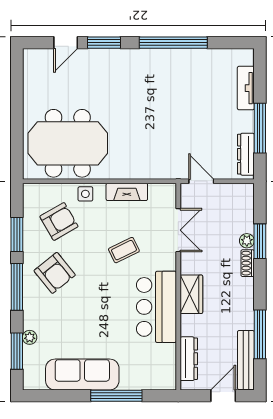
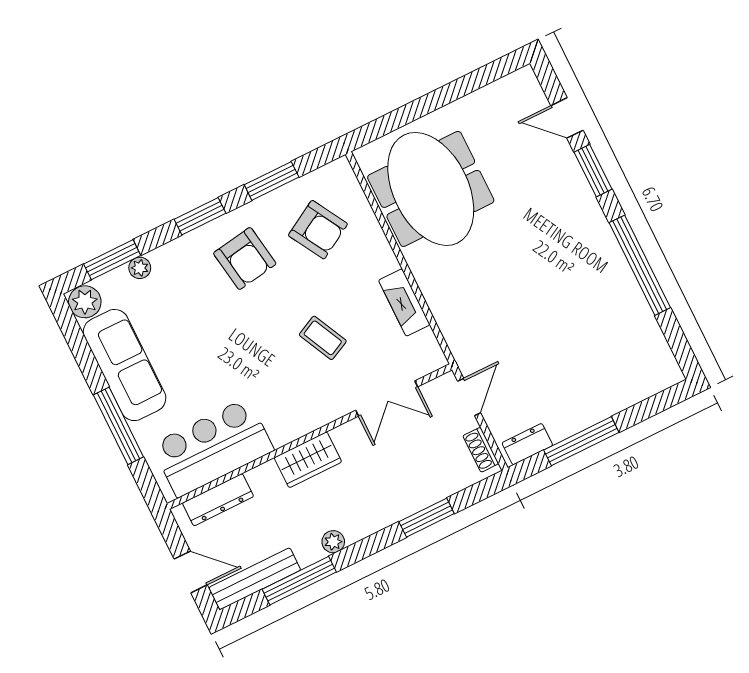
tv unit: (246, 88) -> (627, 395), removed
dresser: (246, 154) -> (527, 444), width x0.70
side table: (85, 194) -> (373, 247), removed
plant: (247, 241) -> (333, 542), moved
shoe rack: (248, 263) -> (481, 450), moved, turned -90
armchair: (55, 273) -> (245, 258), turned -60
window: (17, 287) -> (200, 216), width x0.69
bar counter: (156, 307) -> (213, 448), moved
plant: (34, 379) -> (85, 302), added

